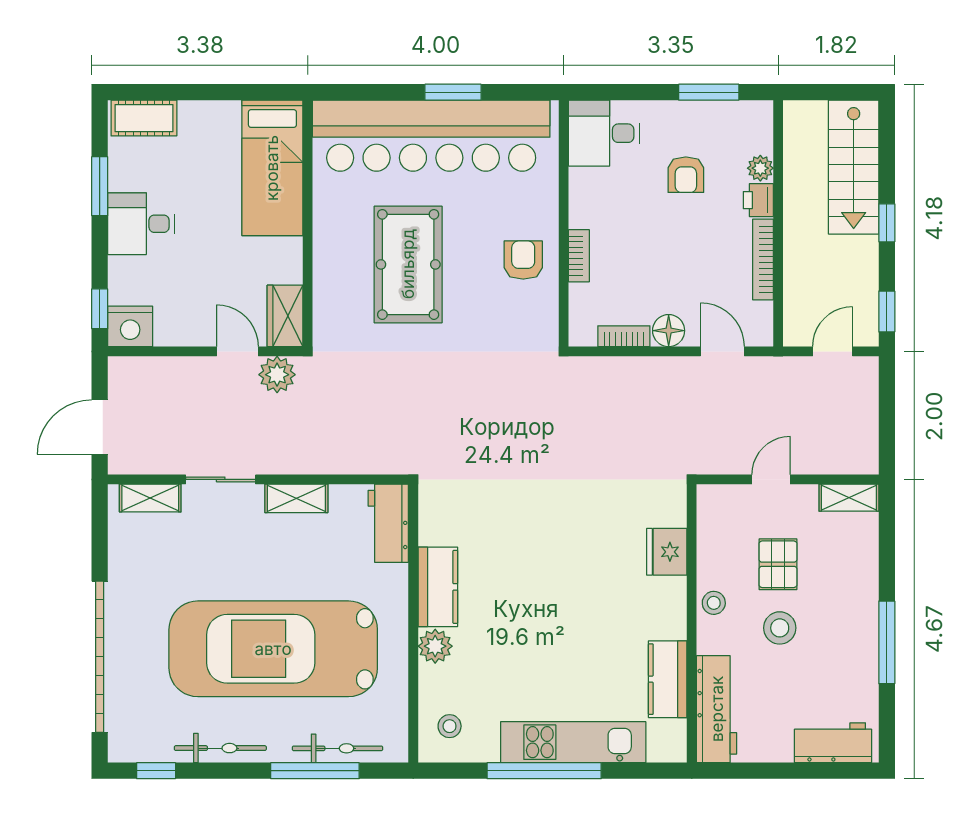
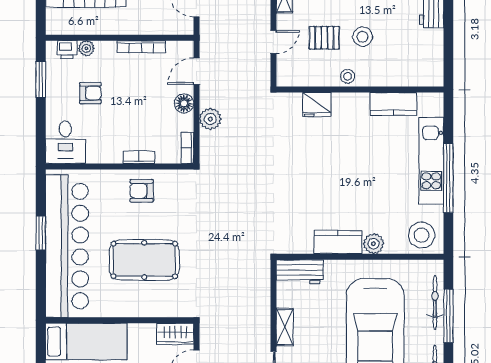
printer: (758, 200) -> (67, 50), moved
bookcase: (624, 336) -> (187, 148), moved
plant: (277, 375) -> (210, 119), moved
door: (771, 479) -> (273, 42), swing flipped
workbench: (717, 709) -> (411, 75), removed
stool: (450, 726) -> (422, 235), width x1.89, depth x1.89

